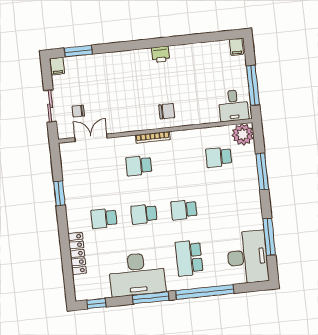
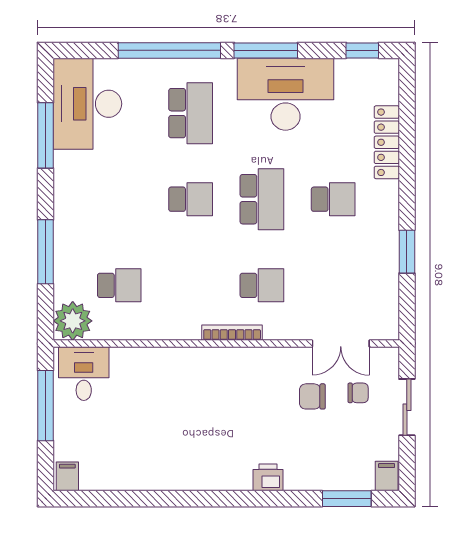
printer: (161, 54) -> (268, 477), moved
chair: (167, 111) -> (312, 396), moved
school desk: (144, 214) -> (262, 199), width x1.85

